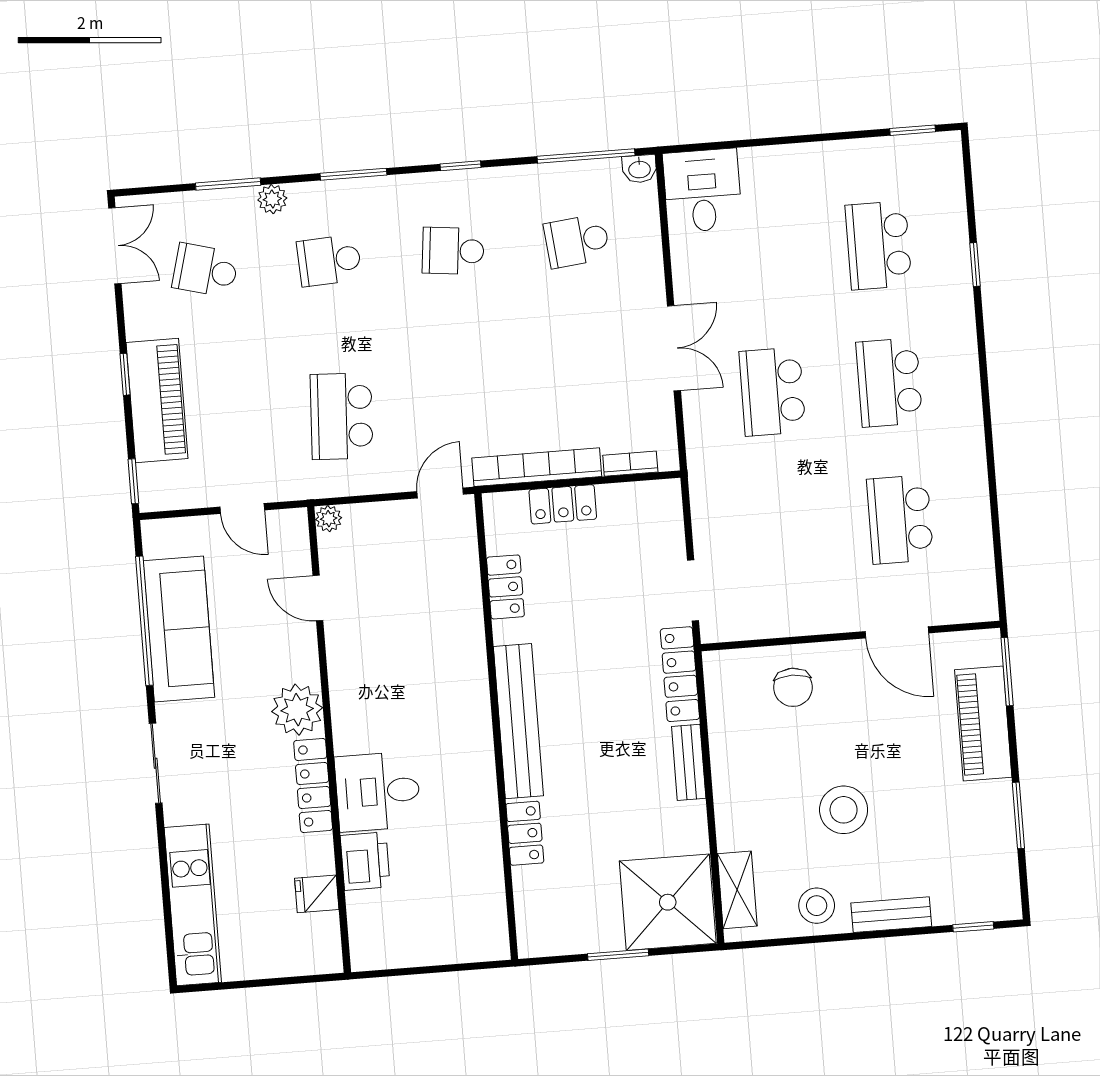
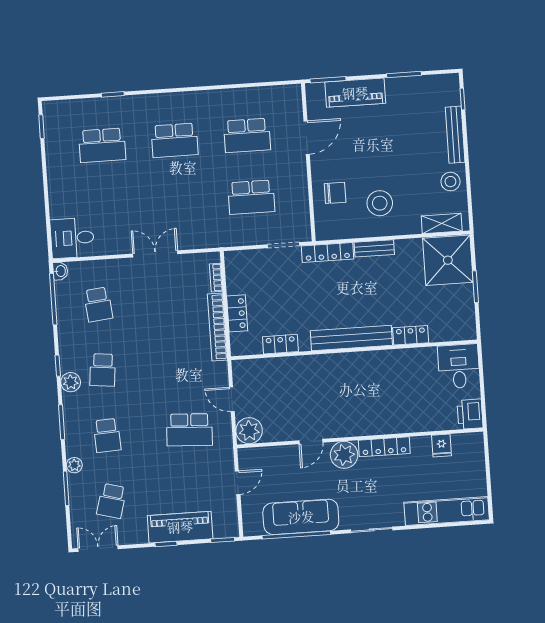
plant: (429, 190) -> (71, 382), added
school desk: (772, 392) -> (251, 197), moved
door: (440, 493) -> (232, 399), moved
plant: (329, 519) -> (249, 431), width x1.88, depth x1.88
door: (318, 598) -> (311, 442), moved
desk: (378, 791) -> (459, 366), moved, turned 180
stool: (844, 810) -> (380, 203), moved
printer: (365, 861) -> (470, 414), moved, turned -90
bench: (891, 915) -> (455, 135), width x1.36

